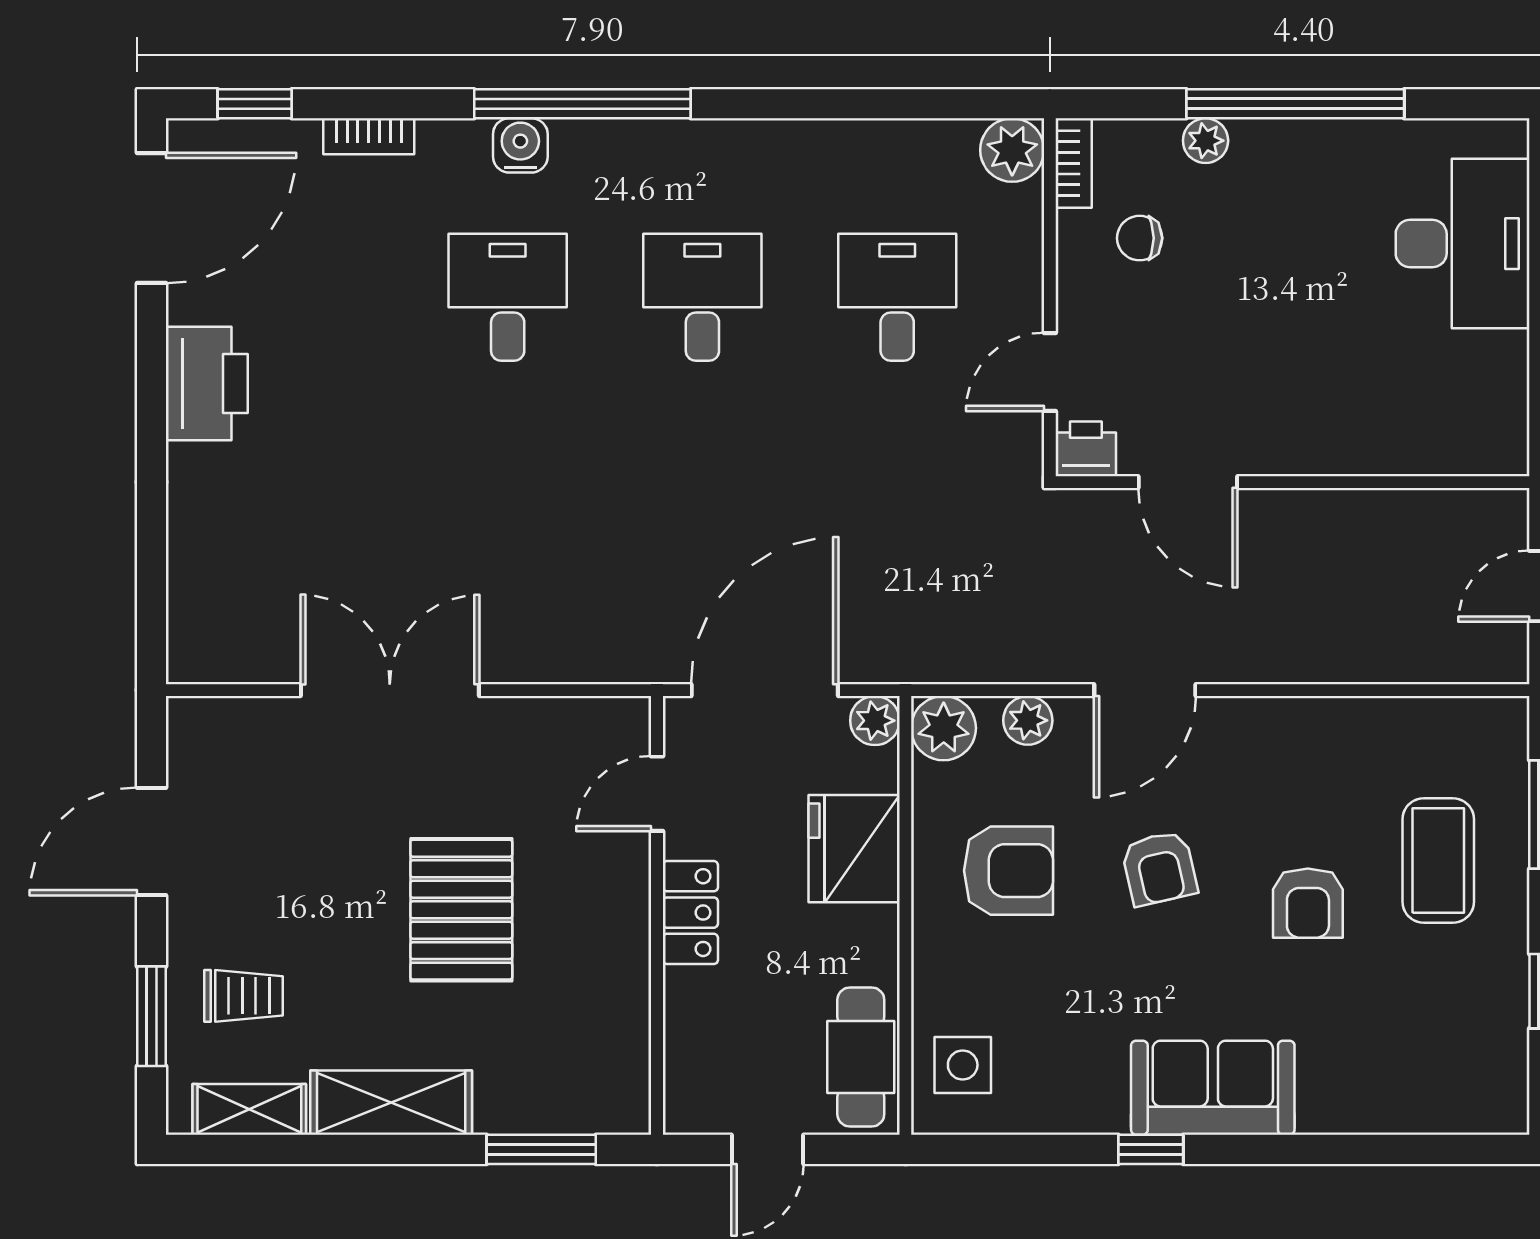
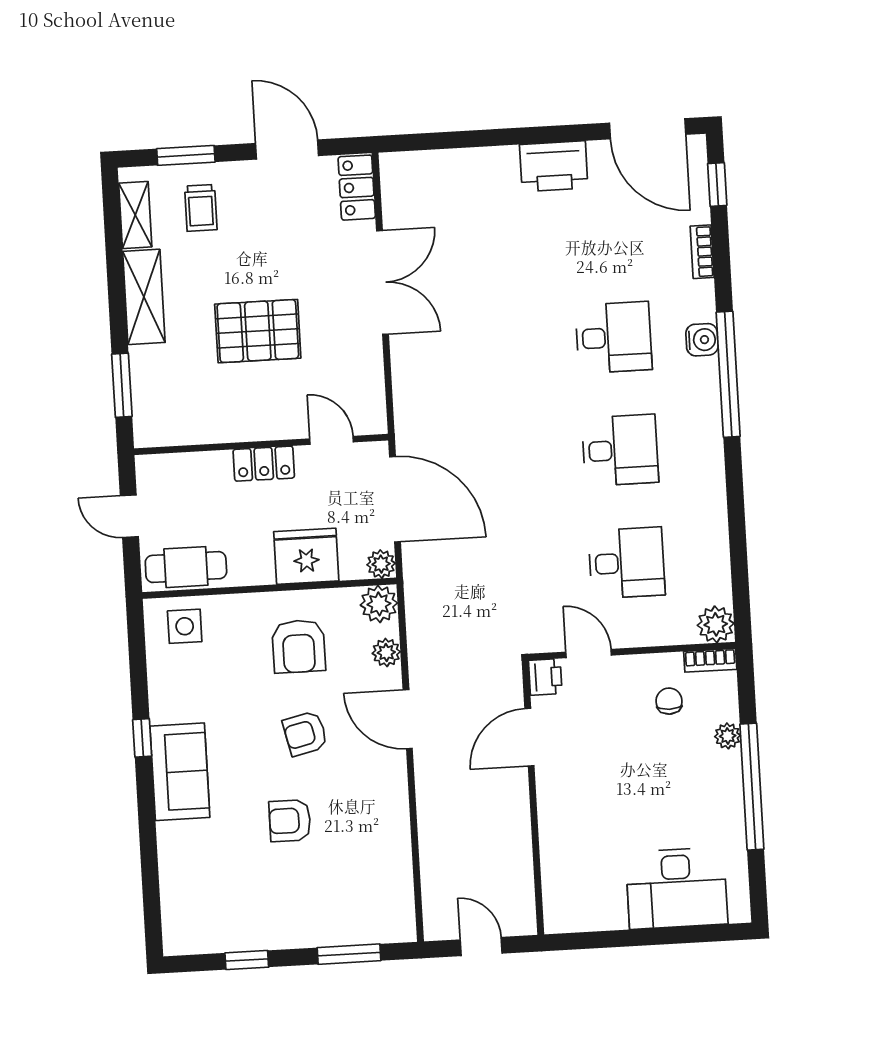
locker: (224, 725) -> (357, 188), added
coffee table: (1438, 861) -> (319, 895), removed

